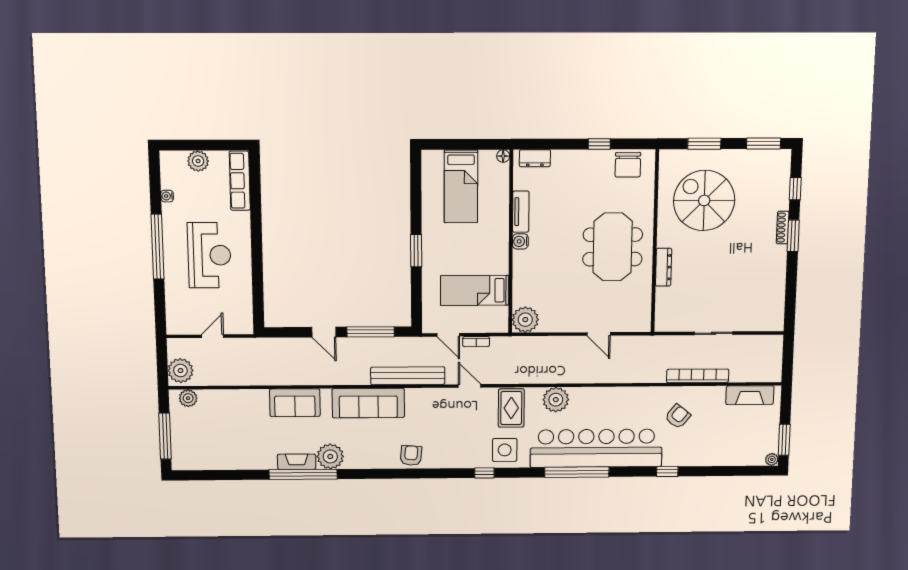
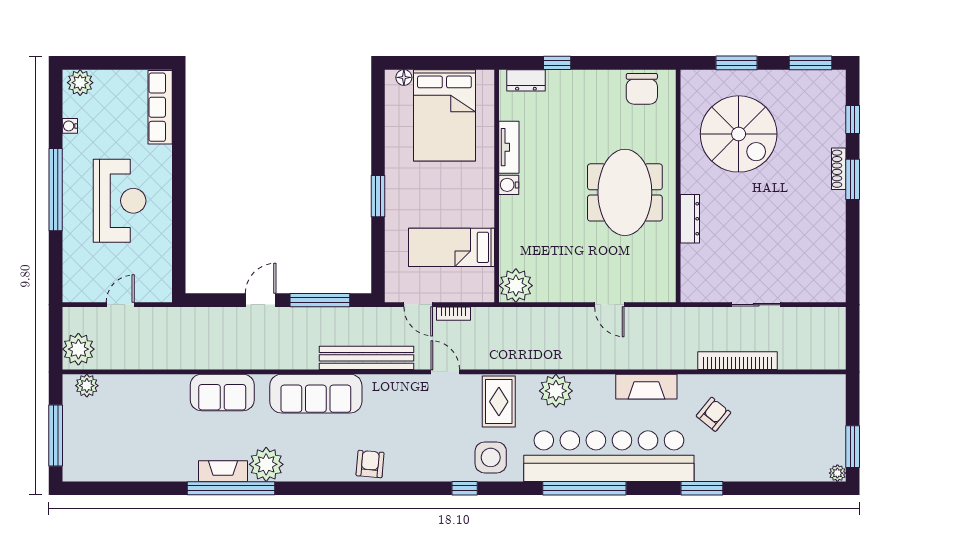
window: (599, 144) -> (557, 63), moved
floor lamp: (503, 156) -> (404, 77), moved
plant: (198, 161) -> (80, 83), moved
bed: (461, 186) -> (444, 115), width x1.50
spiral stairs: (704, 200) -> (739, 134), turned 180
door: (324, 332) -> (261, 300), swing flipped
fireplace: (750, 395) -> (646, 387), moved
window: (667, 471) -> (702, 488), width x1.50

